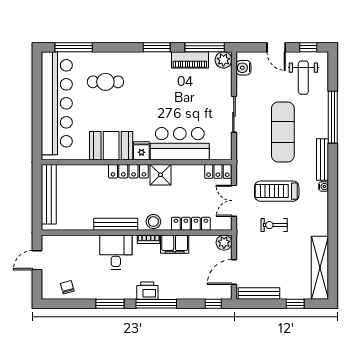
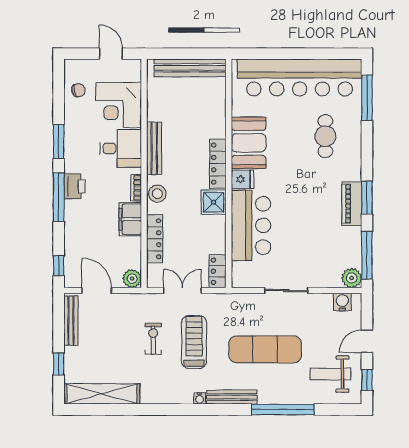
piano: (190, 60) -> (352, 204), moved
corner desk: (80, 254) -> (119, 105), added

